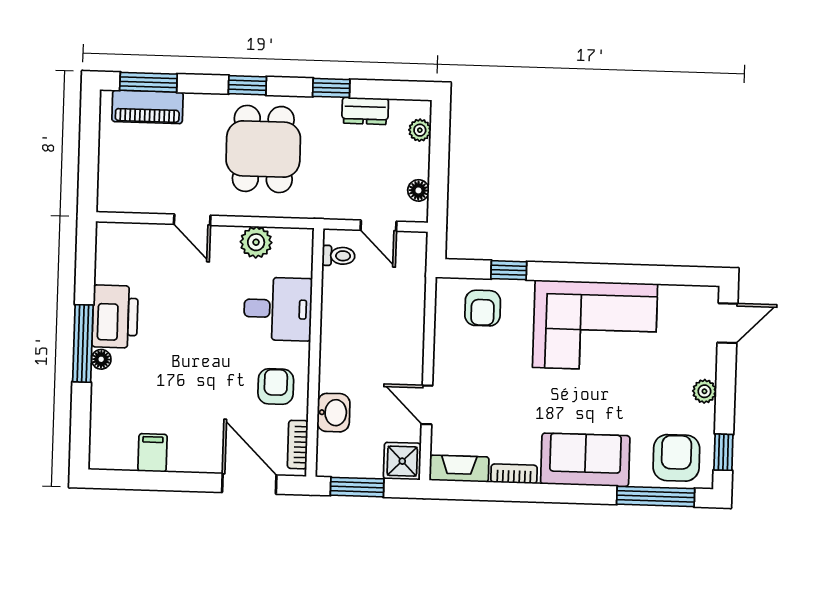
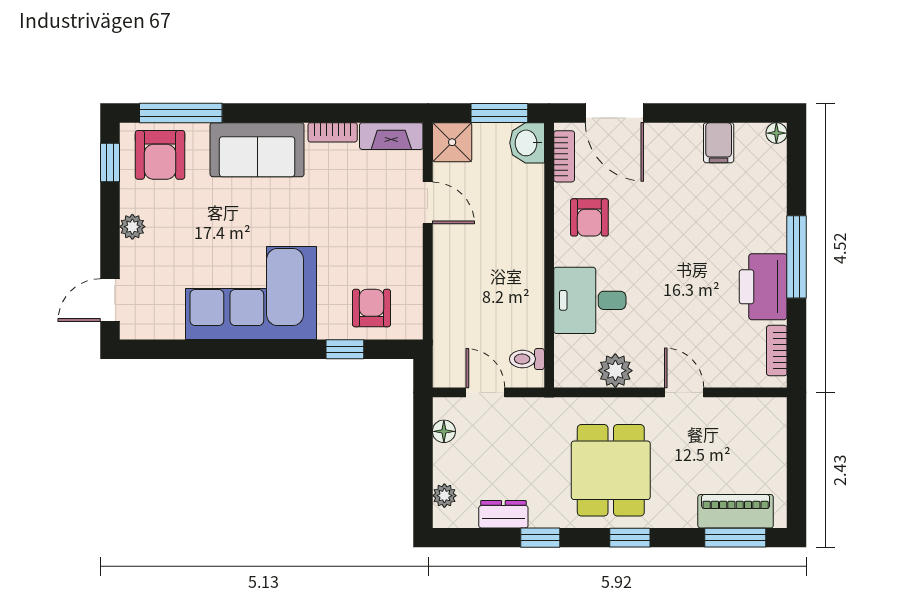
bookcase: (104, 256) -> (777, 351), added
floor lamp: (101, 359) -> (776, 133), moved
washbasin: (333, 413) -> (527, 143), moved

